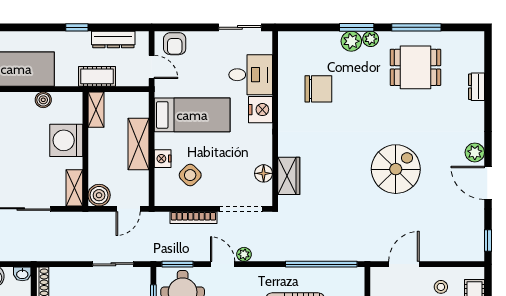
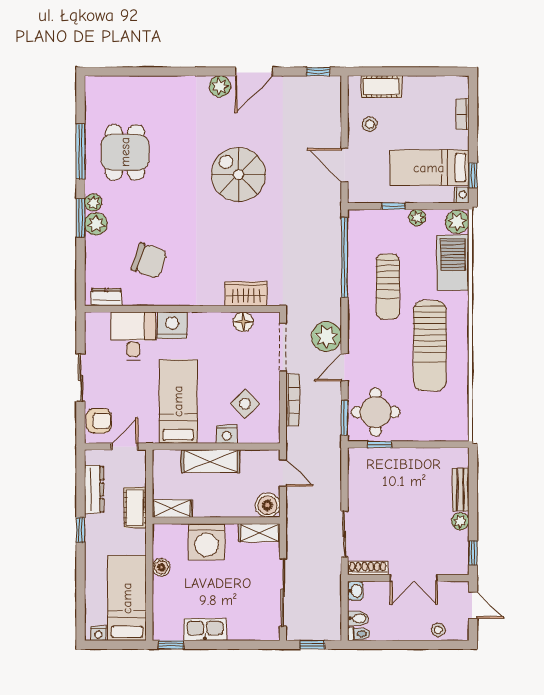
sliding door: (240, 27) -> (80, 378), moved
dresser: (476, 87) -> (106, 297), moved, turned 180
chair: (318, 89) -> (149, 261), turned 109
plant: (244, 254) -> (327, 337), width x1.88, depth x1.88
sliding door: (113, 264) -> (344, 534), moved

